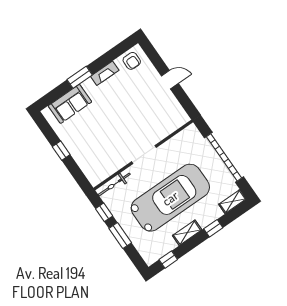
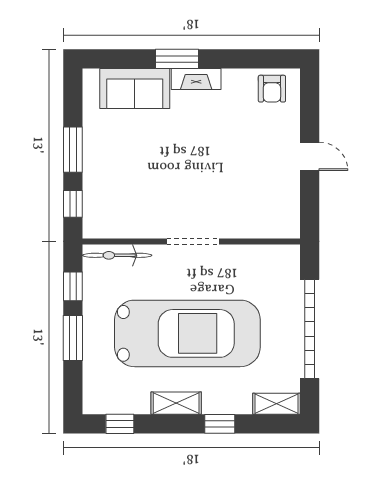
fireplace: (105, 73) -> (196, 79), moved
window: (61, 151) -> (73, 150), width x1.50
window: (78, 175) -> (73, 204), added

